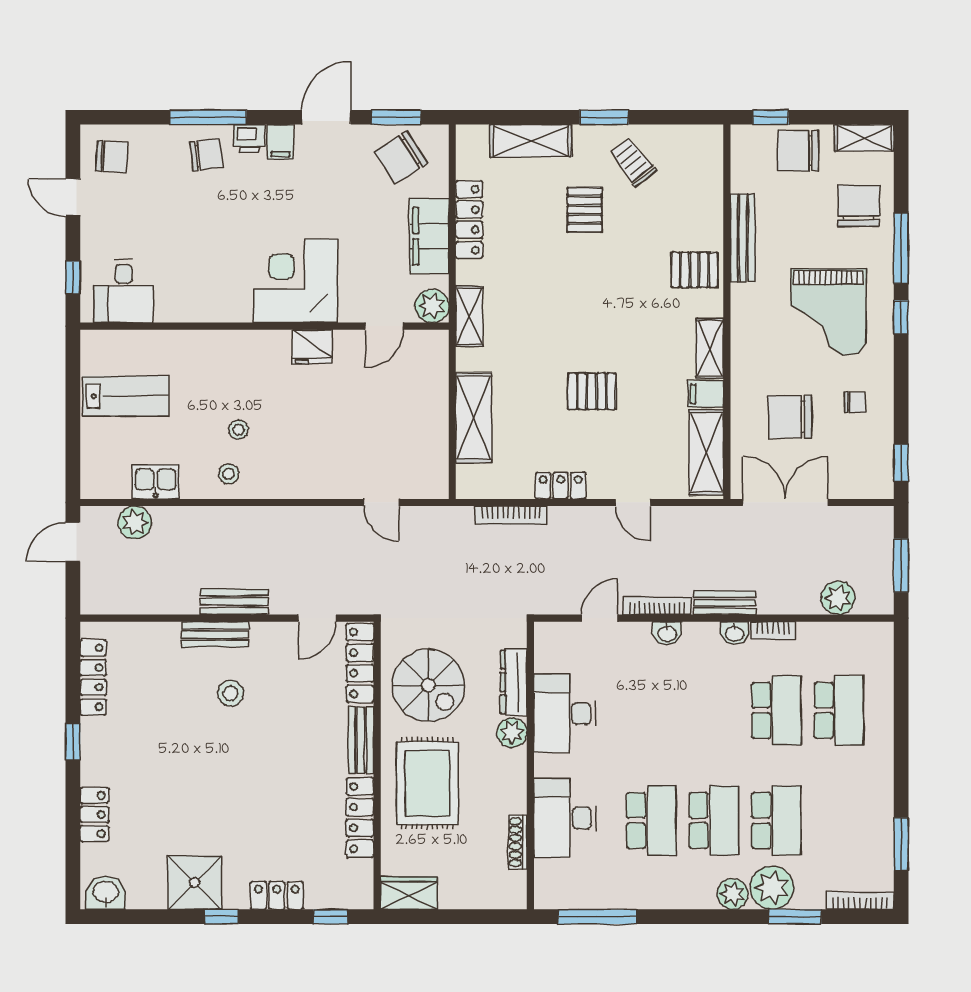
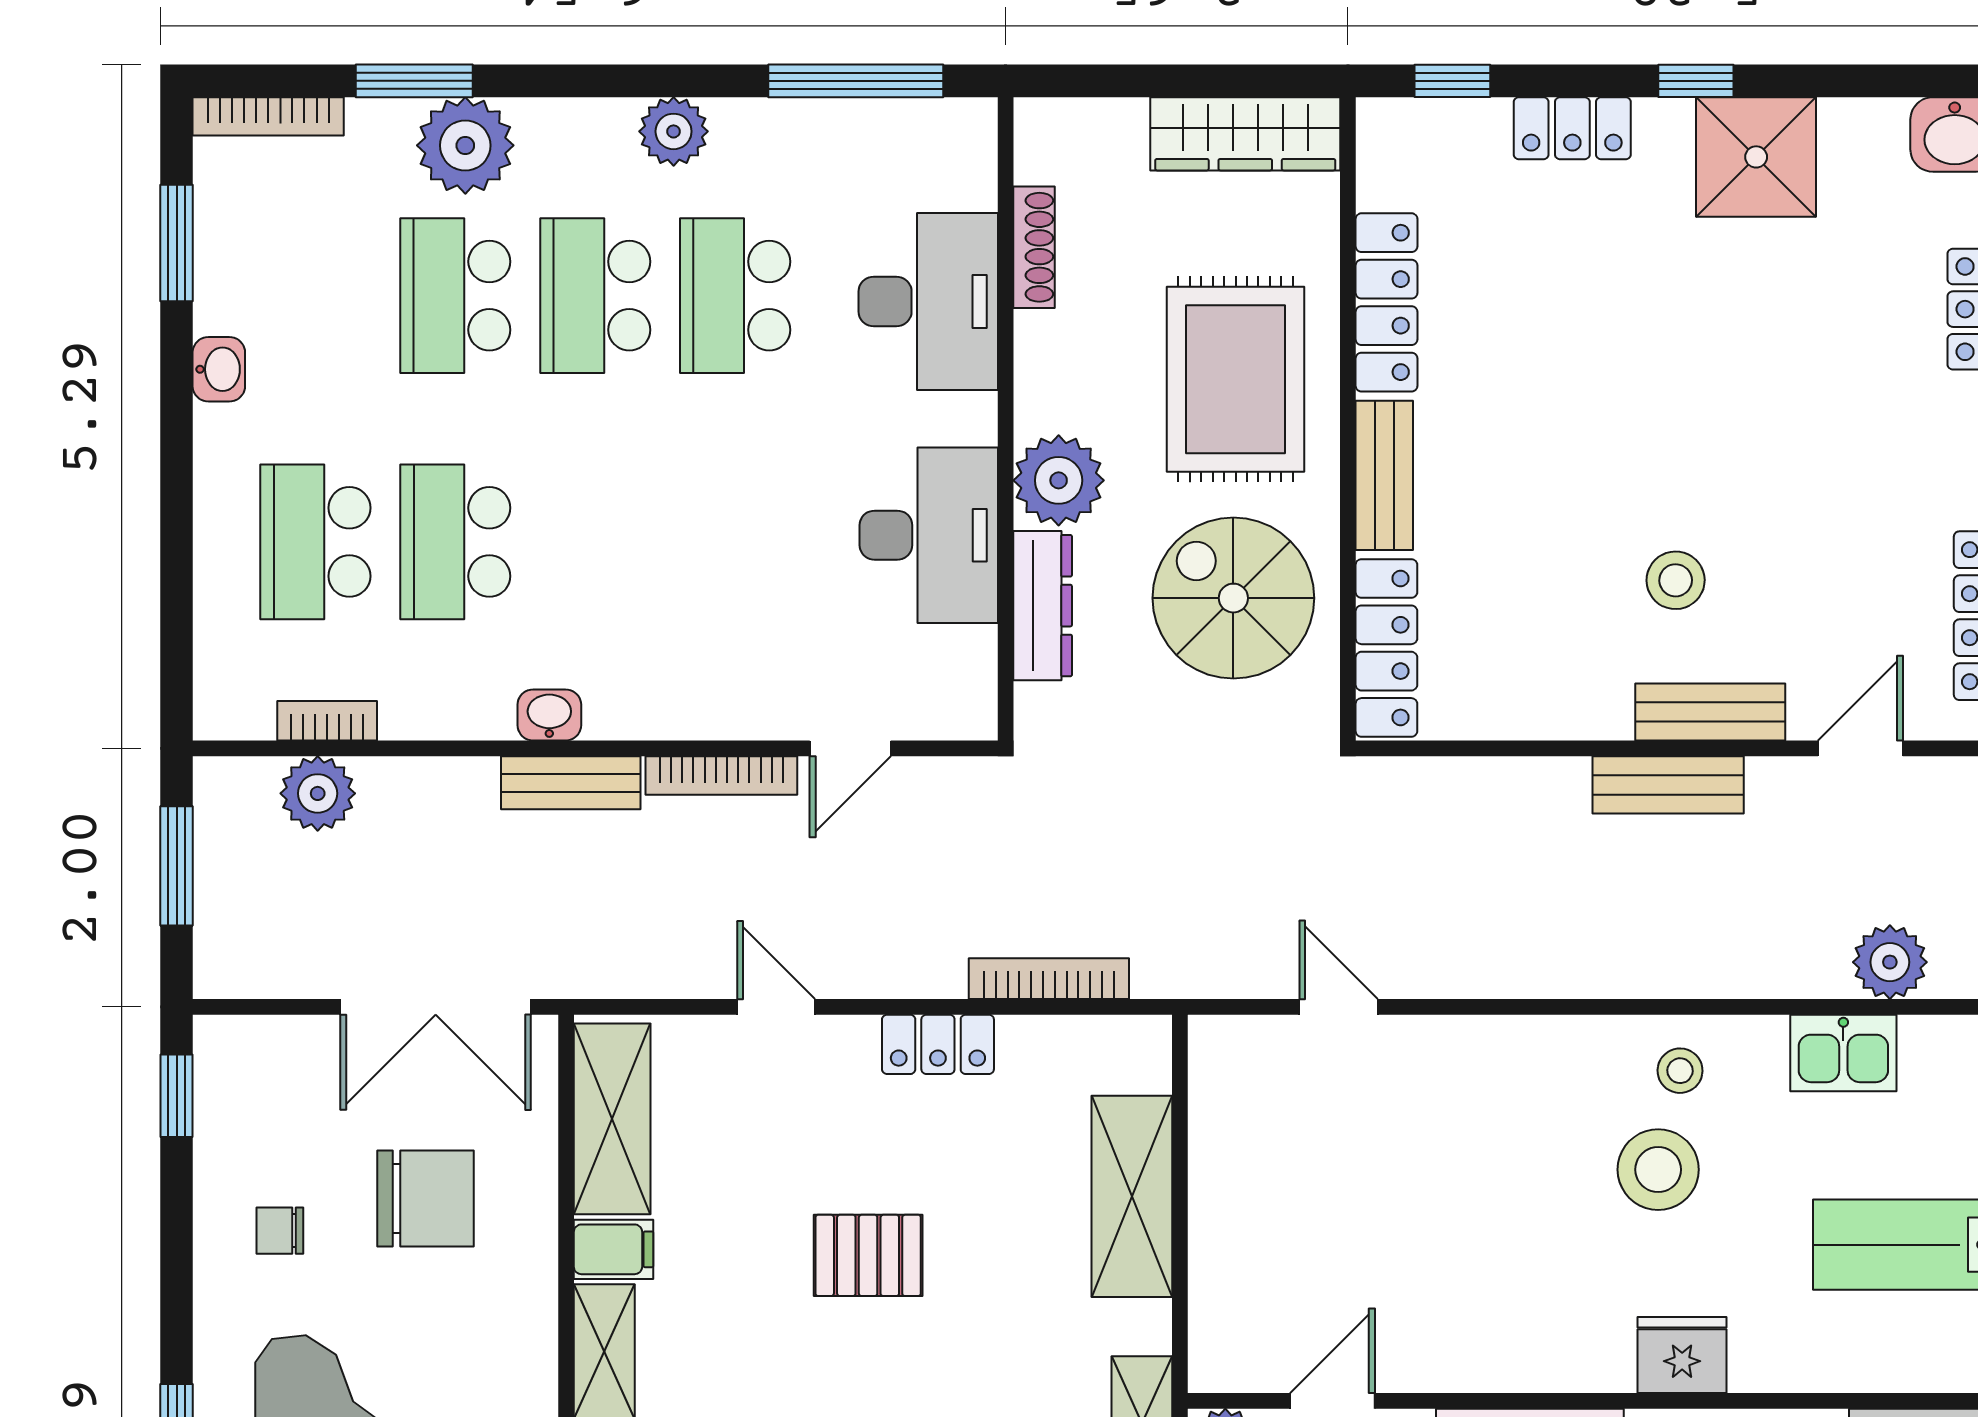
fridge: (312, 347) -> (1682, 1355), moved
stool: (238, 430) -> (1658, 1170), width x1.89, depth x1.89
door: (317, 618) -> (1860, 748), moved
bookcase: (773, 630) -> (327, 721), moved
washbasin: (667, 633) -> (219, 369), moved, turned 90
plant: (512, 733) -> (1059, 480), width x1.36, depth x1.36
wardrobe: (409, 893) -> (1245, 134), width x1.50
plant: (733, 894) -> (674, 131), moved

